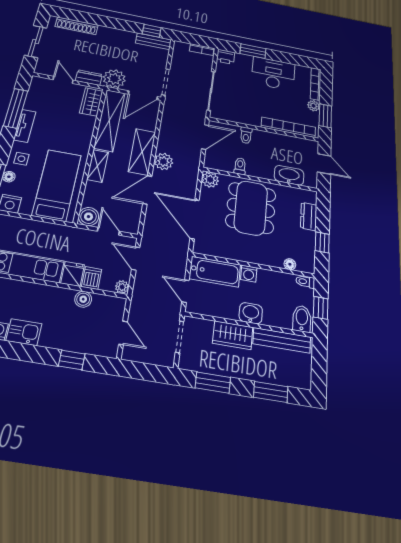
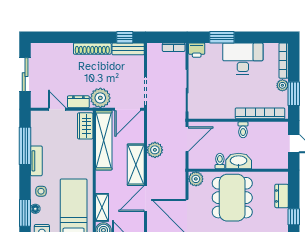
shoe rack: (77, 26) -> (92, 49), moved
toilet: (246, 135) -> (243, 130), moved
plant: (163, 161) -> (155, 150), moved
shelving: (98, 166) -> (102, 207), moved
washbasin: (289, 175) -> (239, 161), moved

